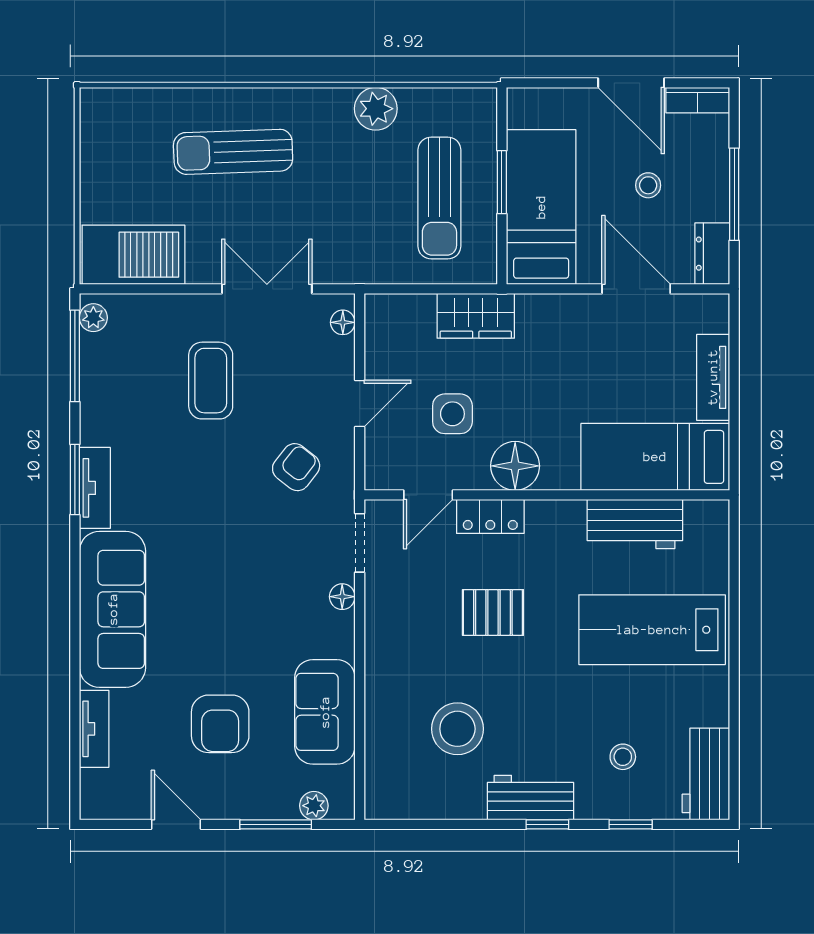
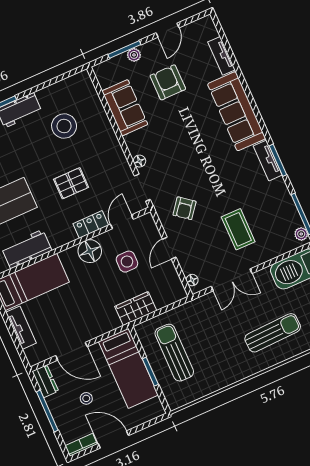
plant: (376, 109) -> (219, 379), removed
plant: (314, 806) -> (134, 55), moved
door: (176, 824) -> (168, 30), hinge flipped

